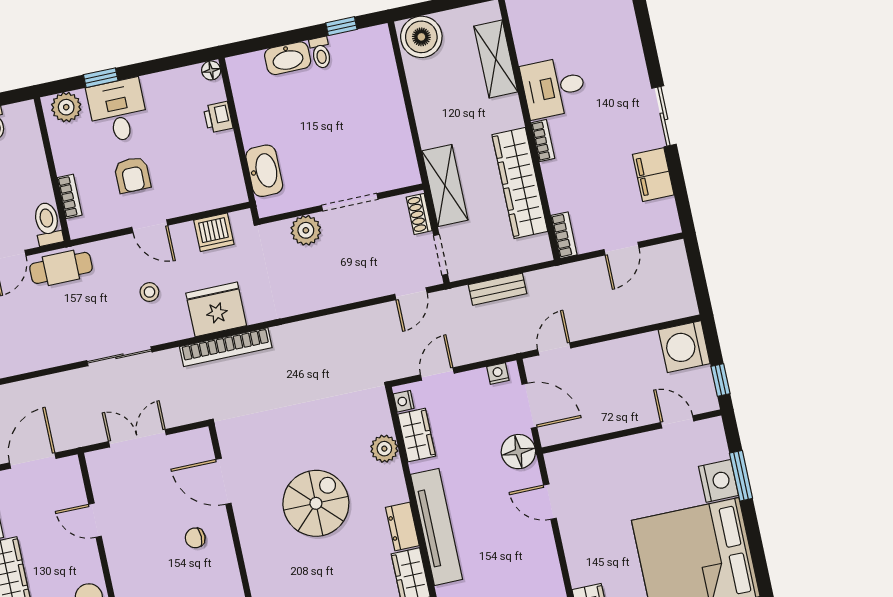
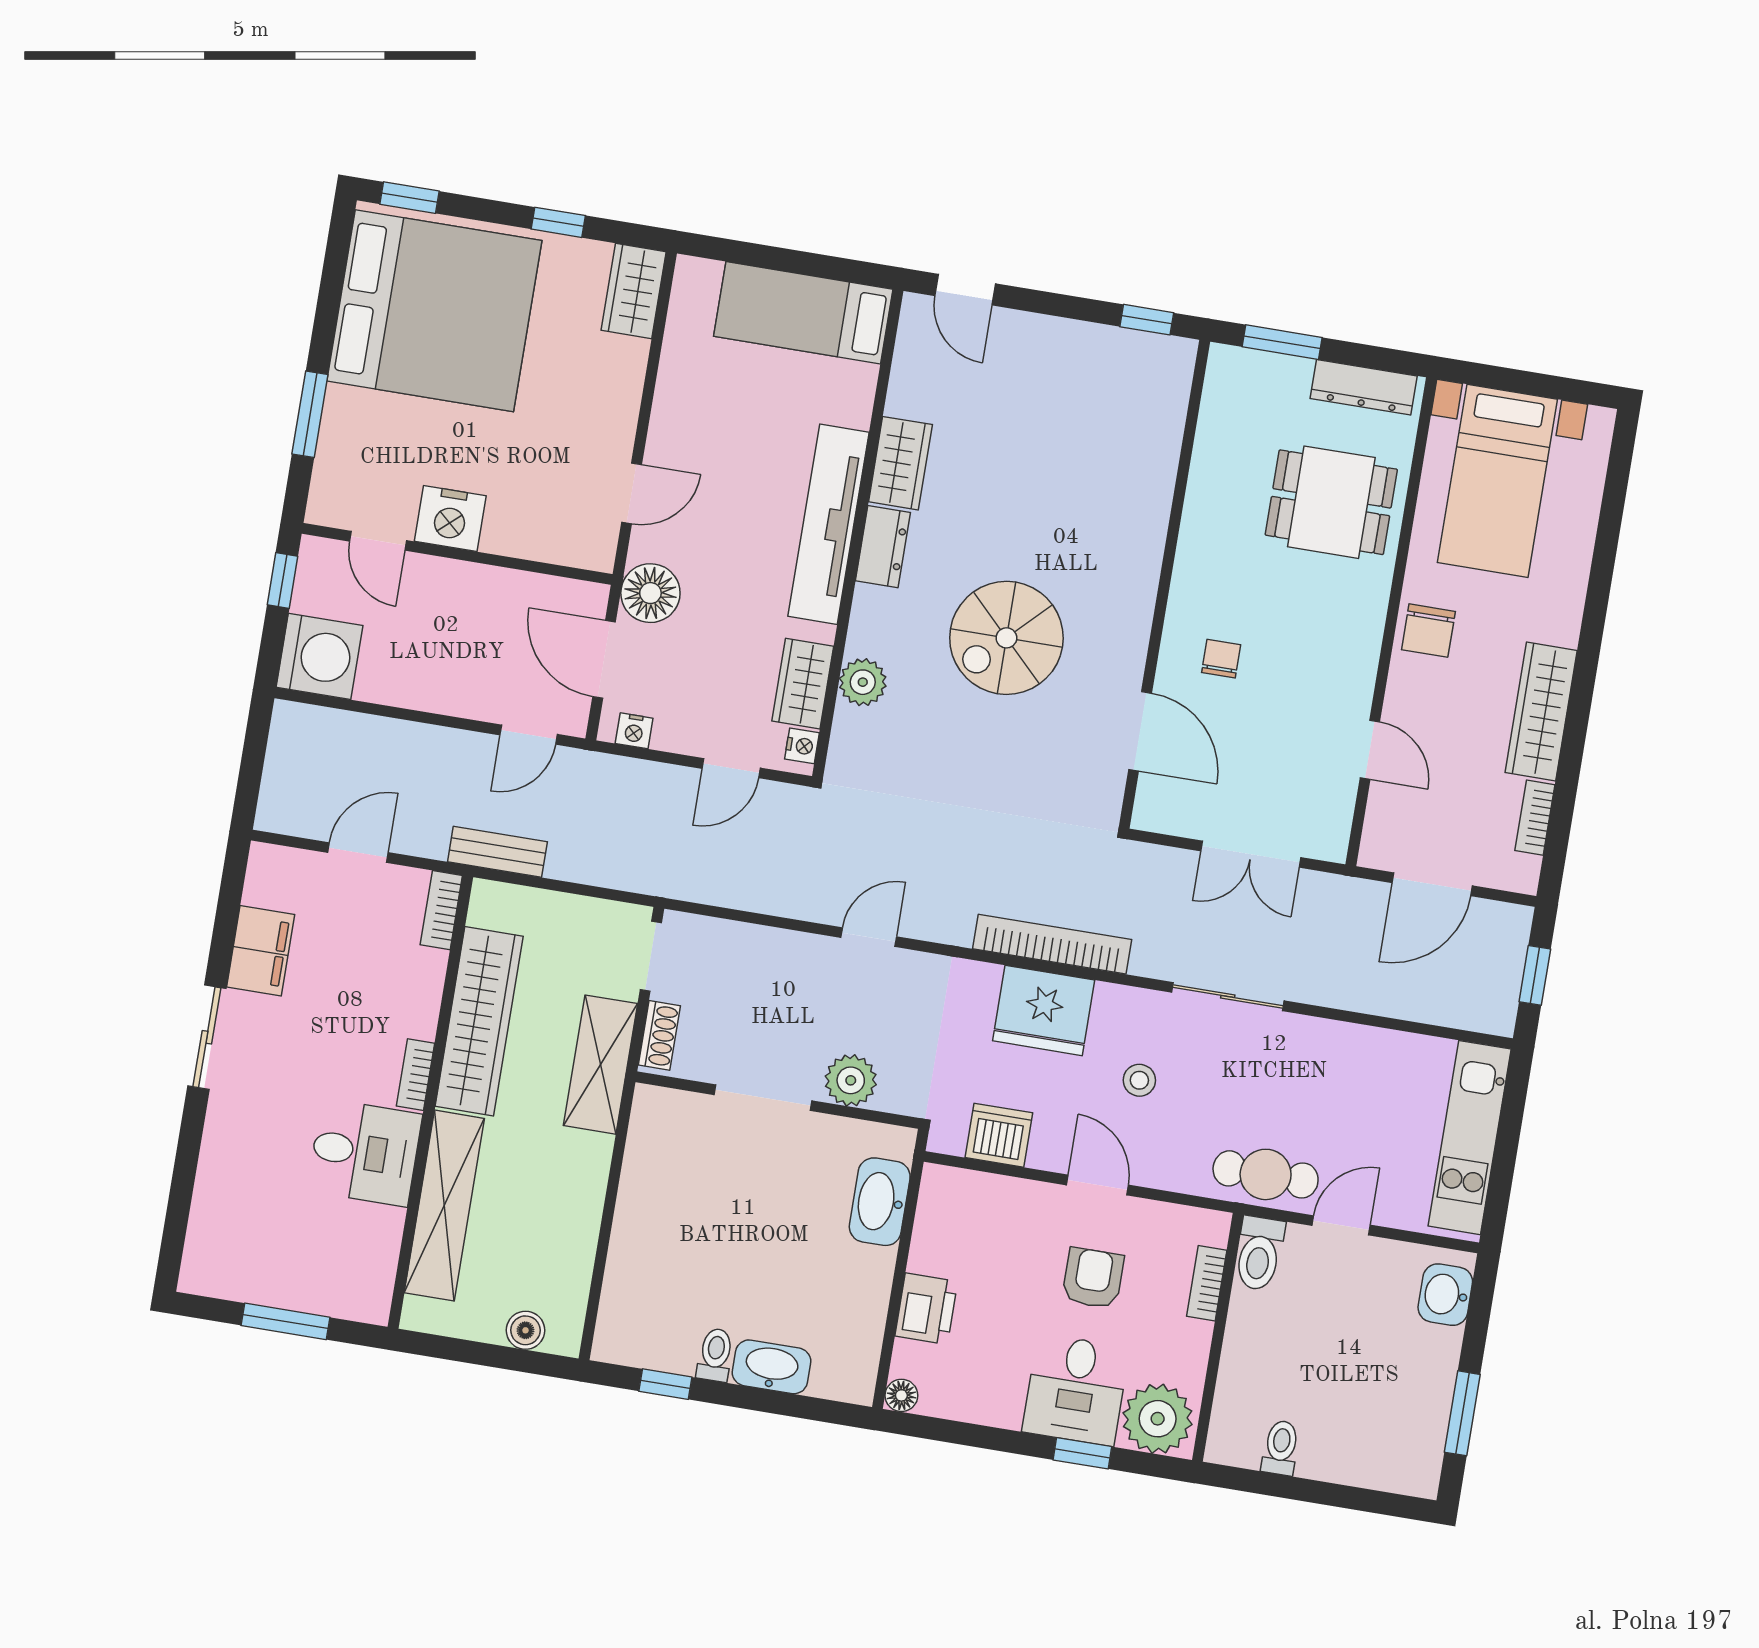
boiler: (421, 37) -> (525, 1330), width x0.54, depth x0.54
shelving: (496, 59) -> (444, 1206), width x1.47
plant: (66, 107) -> (1158, 1419), width x1.36, depth x1.36
printer: (218, 117) -> (926, 1309), width x1.36, depth x1.24
bench: (498, 289) -> (497, 852), moved
door: (411, 294) -> (869, 937), moved
nightstand: (718, 481) -> (450, 519), moved, turned -90
door: (550, 502) -> (632, 493), hinge flipped
chair: (195, 538) -> (1221, 659), turned -90

